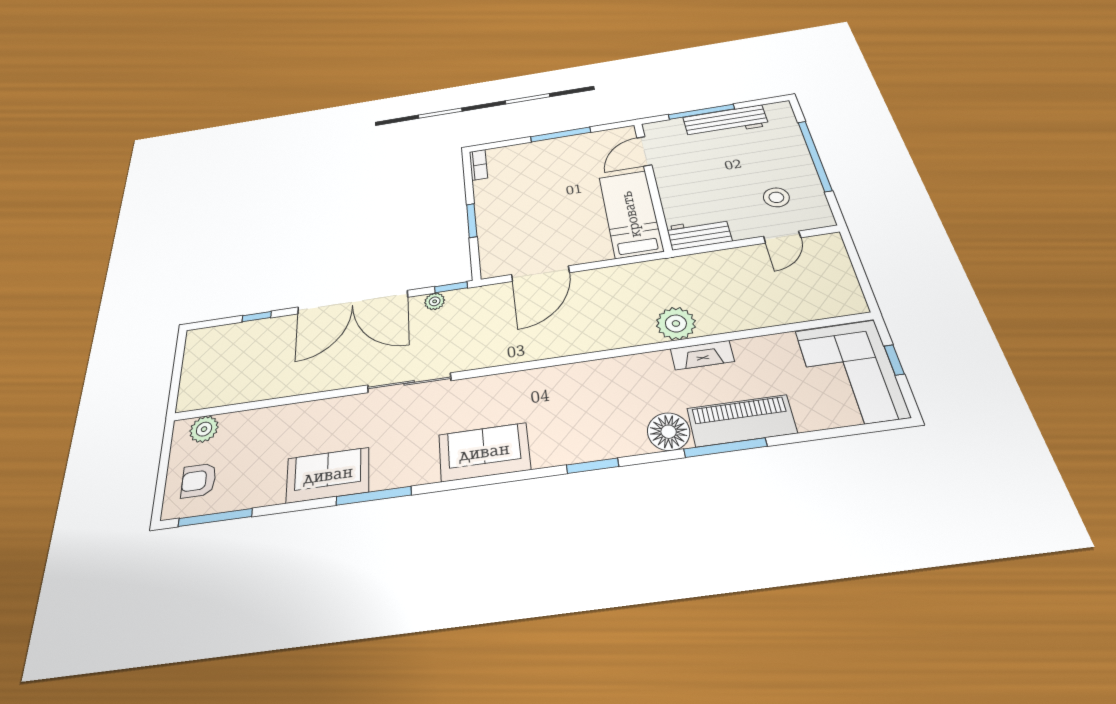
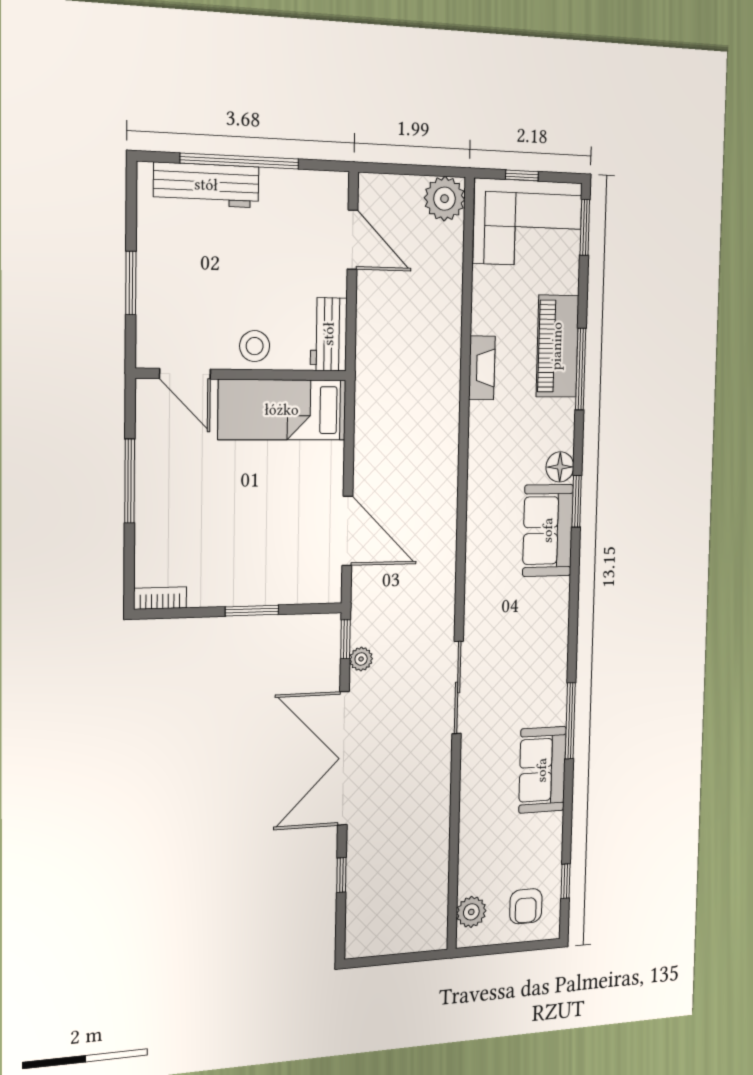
window: (701, 112) -> (131, 283), width x0.69
workbench: (725, 121) -> (206, 185), moved, turned 90
stool: (776, 197) -> (255, 346), moved
door: (782, 237) -> (353, 240), width x1.38
double door: (353, 302) -> (343, 758), swing flipped
plant: (676, 323) -> (445, 199), moved
window: (868, 428) -> (585, 227), added
floor lamp: (669, 432) -> (560, 467), moved, width x0.73, depth x0.73
sofa: (484, 452) -> (548, 530), moved
window: (215, 517) -> (565, 881), width x0.46

